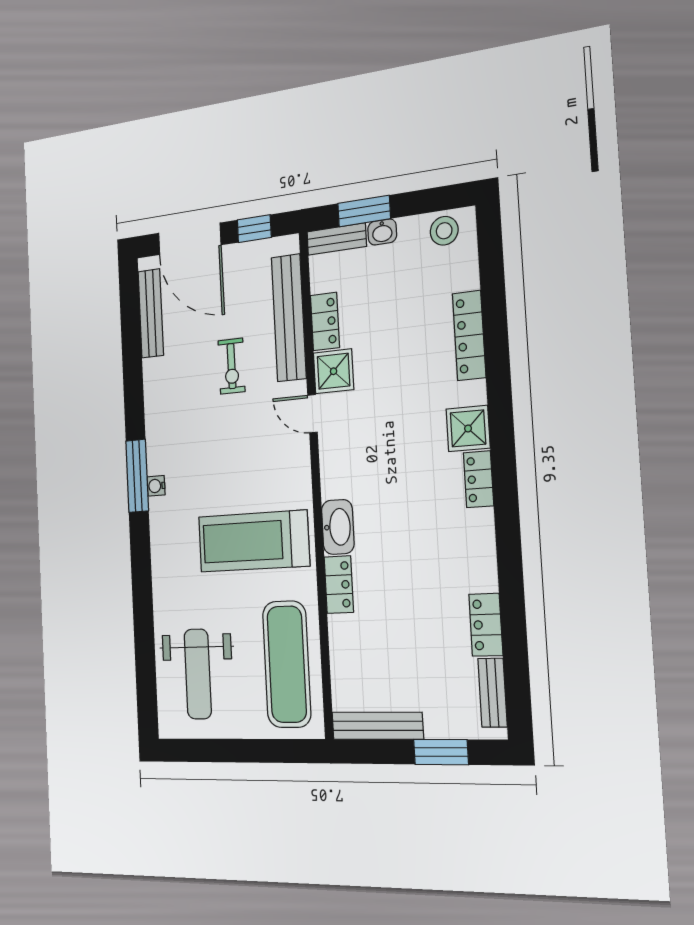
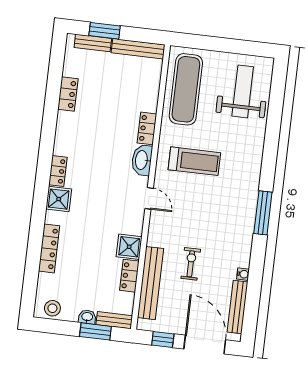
door: (312, 414) -> (149, 198), moved
water cooler: (156, 486) -> (243, 274), moved
treadmill: (253, 541) -> (194, 161), width x0.73, depth x0.73
bench: (493, 693) -> (93, 43), moved, turned 90

